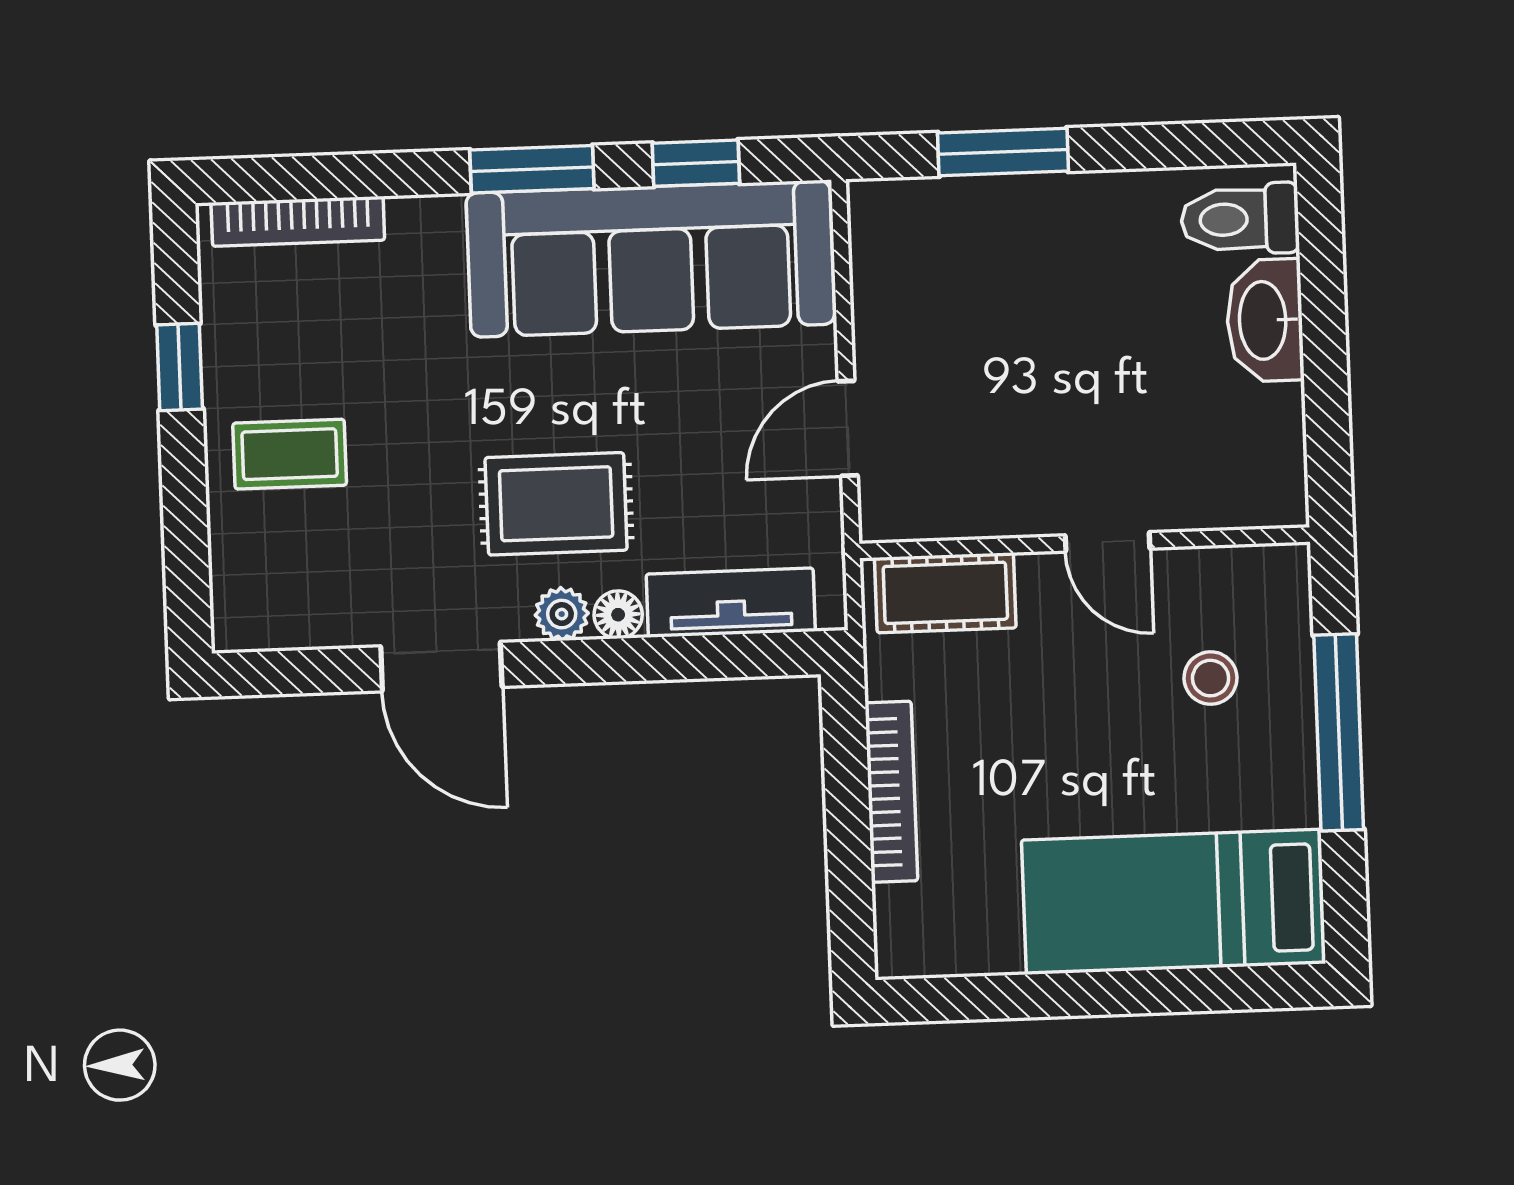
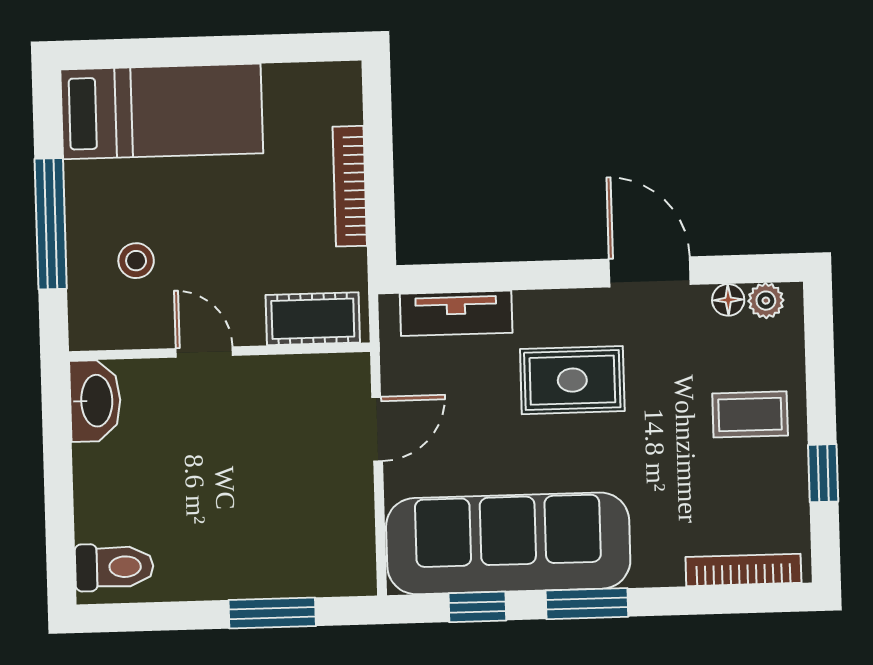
washbasin: (1265, 320) -> (95, 401), moved
plant: (562, 614) -> (766, 301), moved
floor lamp: (618, 615) -> (728, 300), moved

